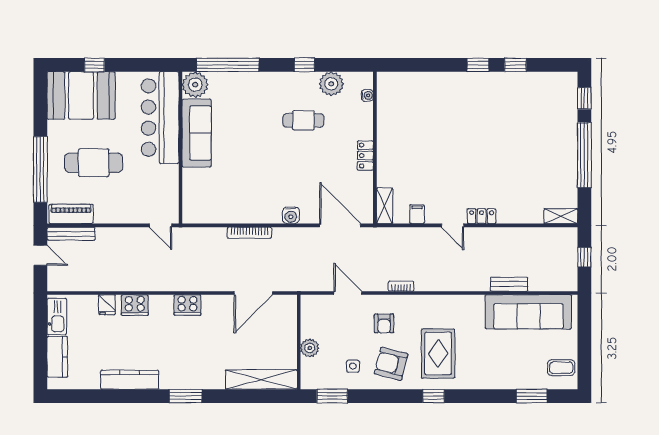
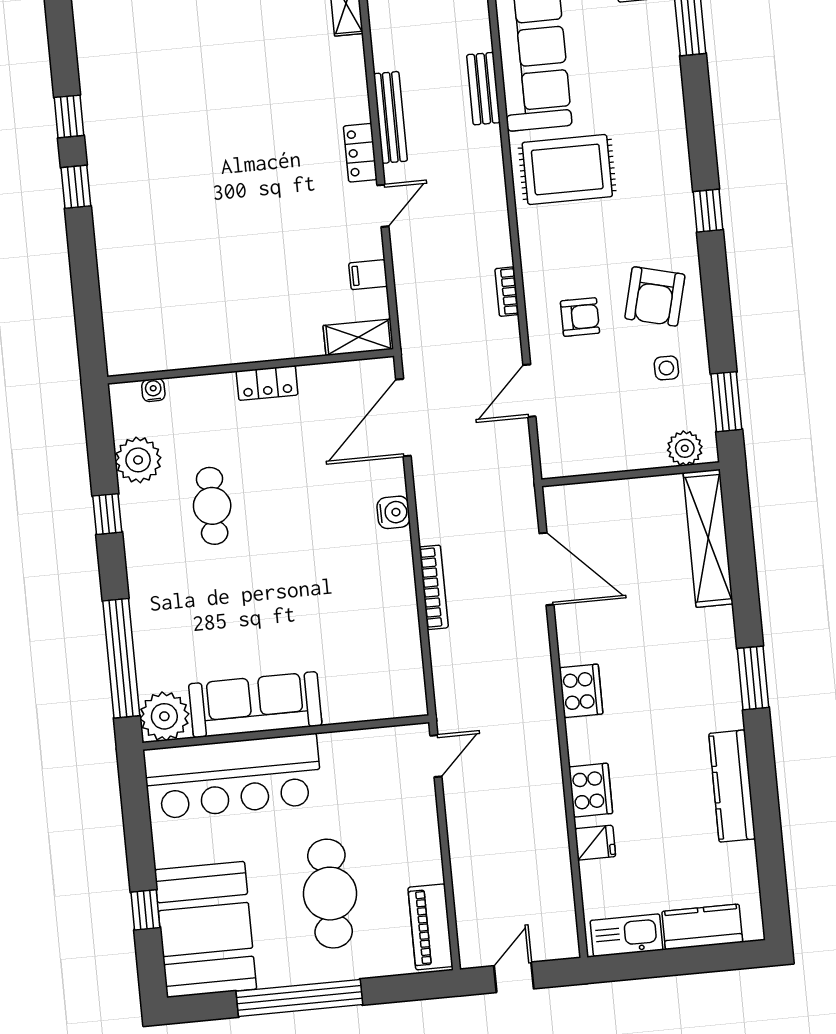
window: (40, 169) -> (299, 998), moved
bench: (71, 234) -> (390, 117), moved
plant: (310, 348) -> (685, 448), moved
rug: (438, 354) -> (567, 170), moved

